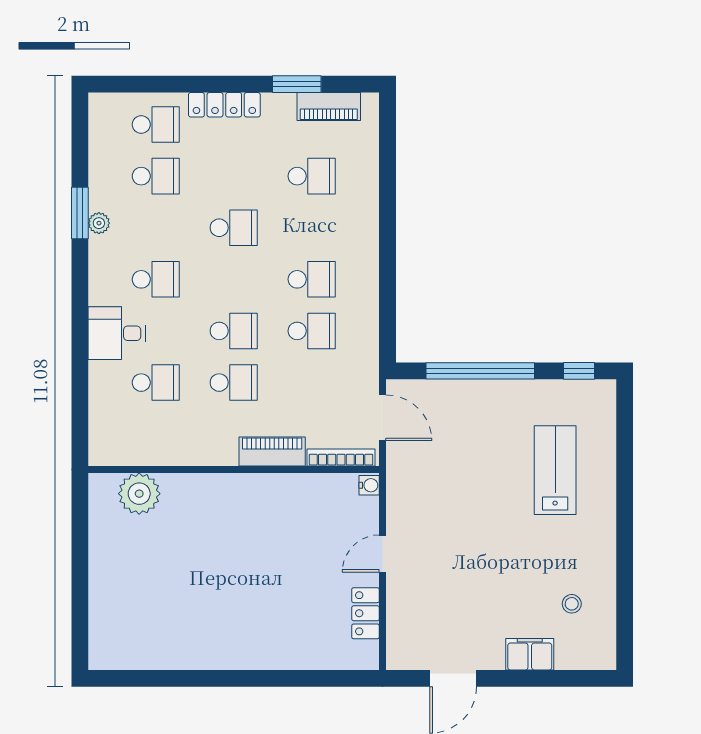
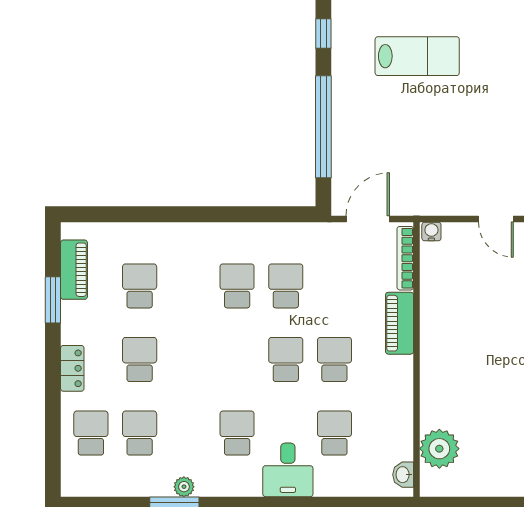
locker: (224, 105) -> (72, 368), width x0.66
school desk: (234, 228) -> (140, 359), moved
washbasin: (112, 455) -> (403, 475), added
lab bench: (555, 470) -> (417, 56), turned 180

